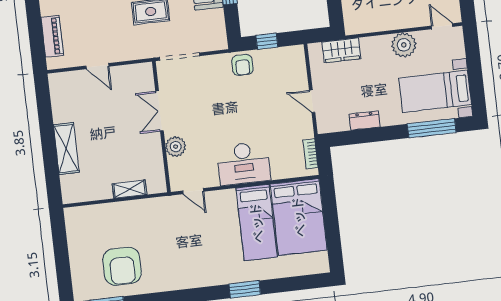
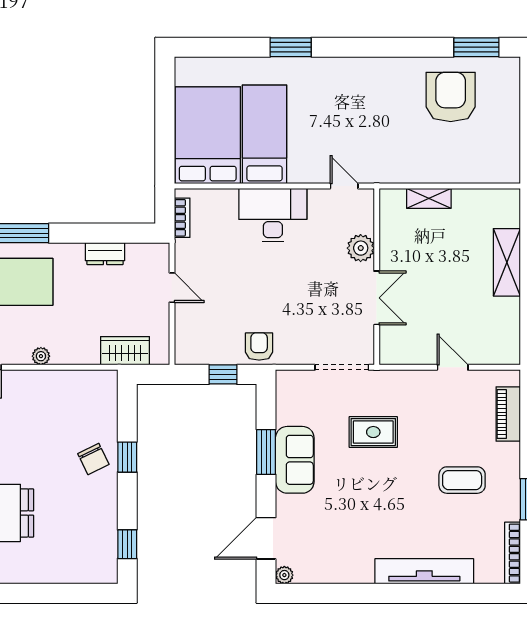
plant: (404, 45) -> (41, 356), width x0.53, depth x0.53

